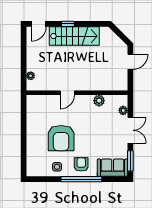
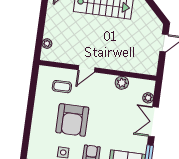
coffee table: (48, 111) -> (62, 87), added
double door: (130, 130) -> (153, 122), swing flipped

